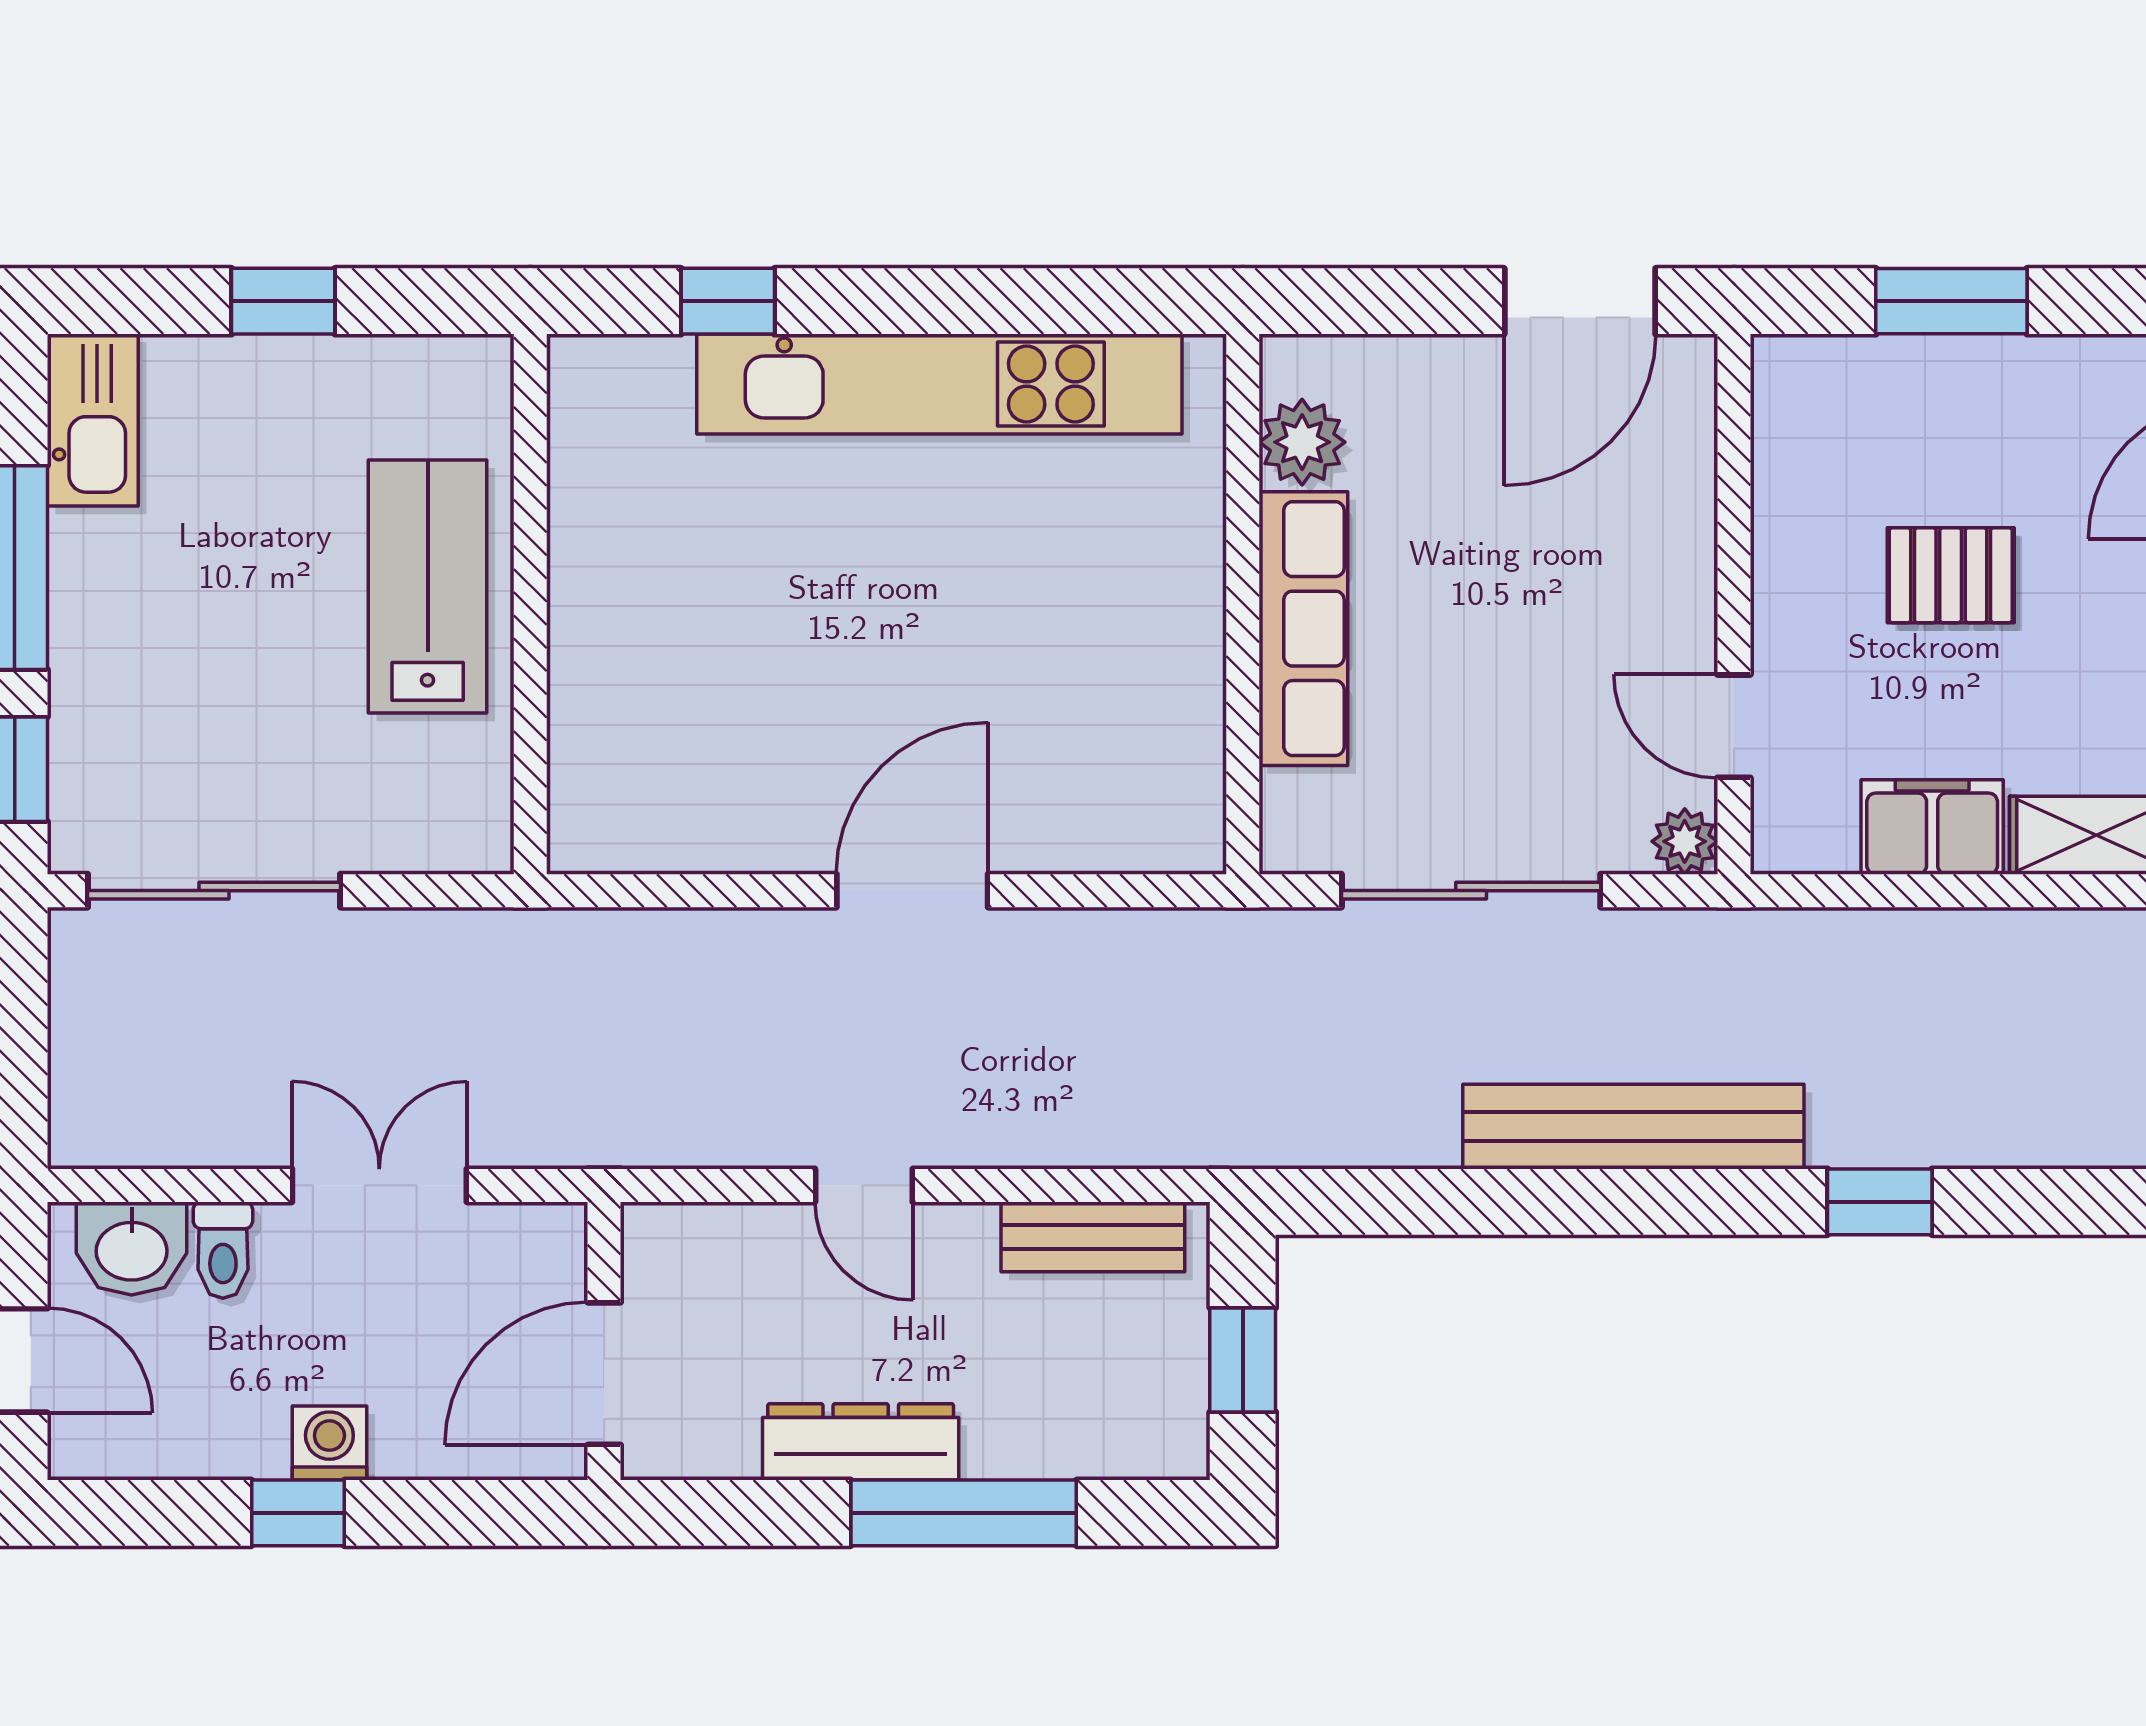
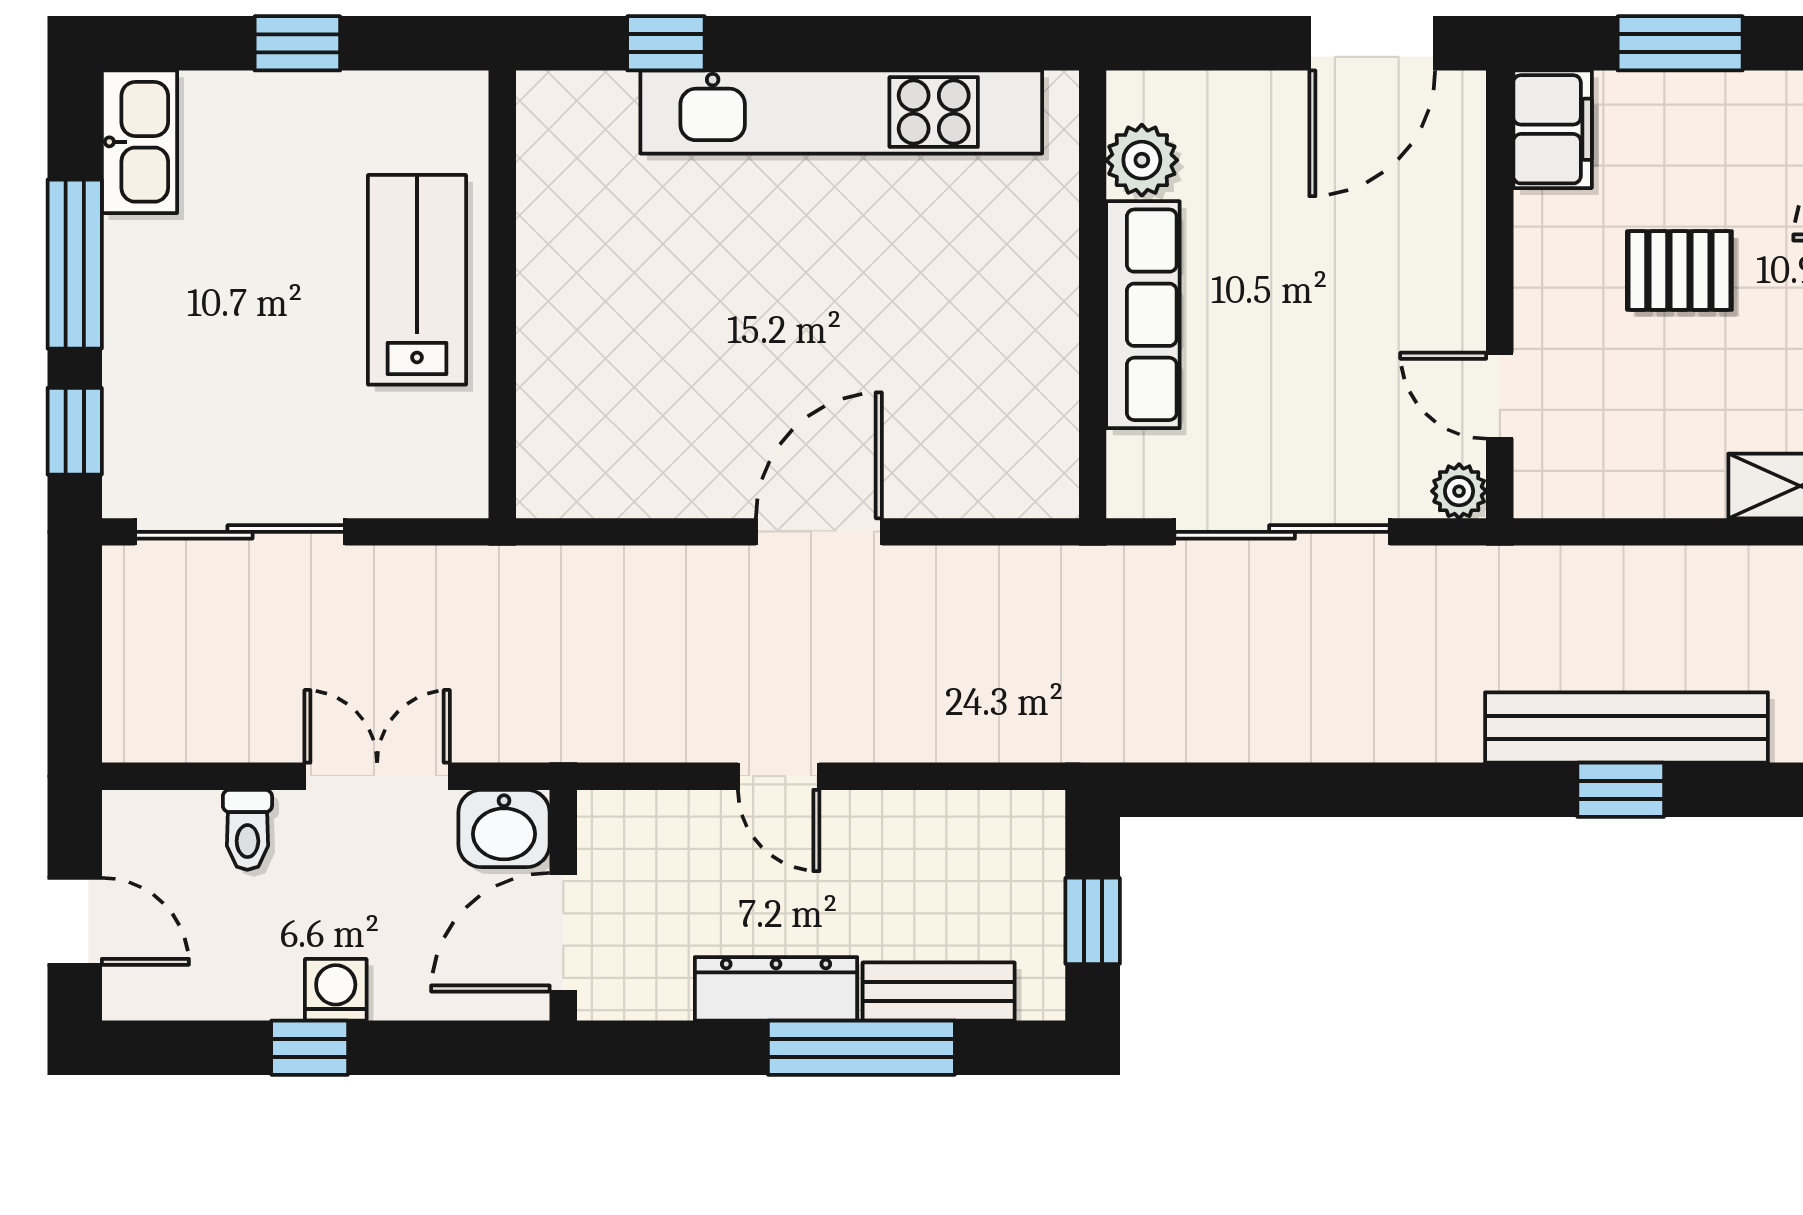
filing cabinet: (1932, 827) -> (1553, 129), moved, turned 90
bench: (1633, 1127) -> (1626, 727), moved
bench: (1093, 1237) -> (939, 991), moved
washbasin: (132, 1248) -> (504, 828), moved

